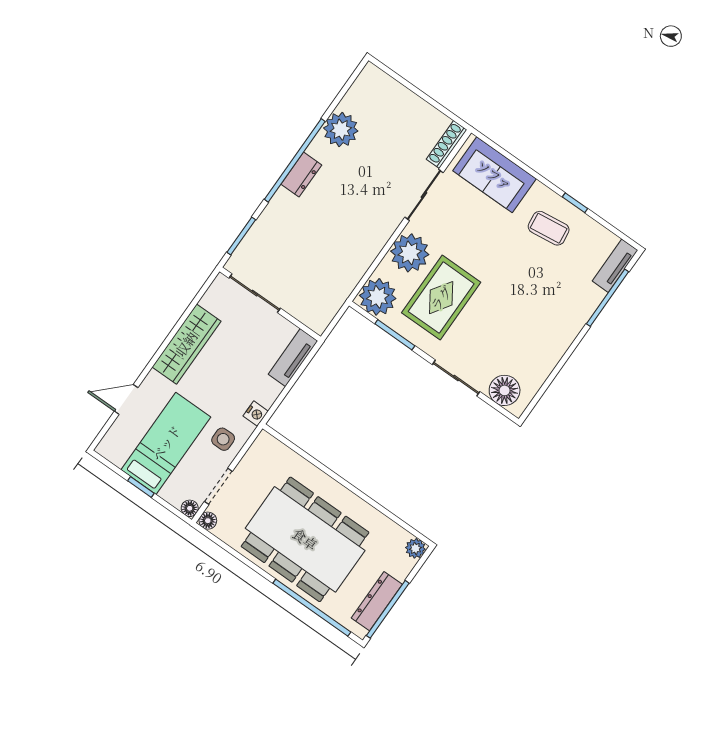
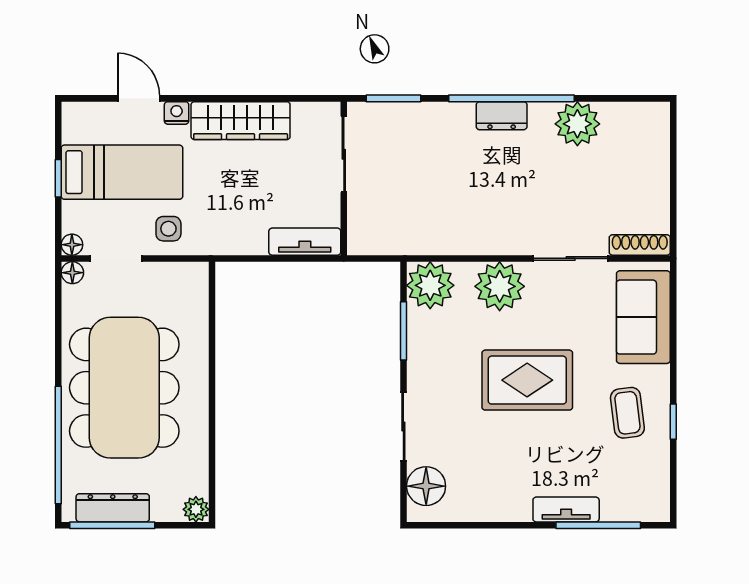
tv unit: (615, 266) -> (566, 510), moved
rug: (441, 298) -> (527, 380), moved
nightstand: (256, 414) -> (177, 113), moved, turned 180

